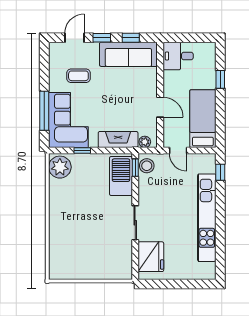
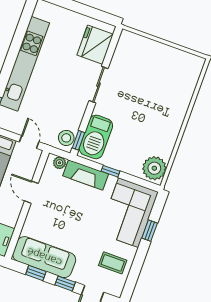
coffee table: (78, 76) -> (113, 263), moved
window: (44, 111) -> (150, 231), width x0.46
window: (82, 151) -> (111, 171), moved

